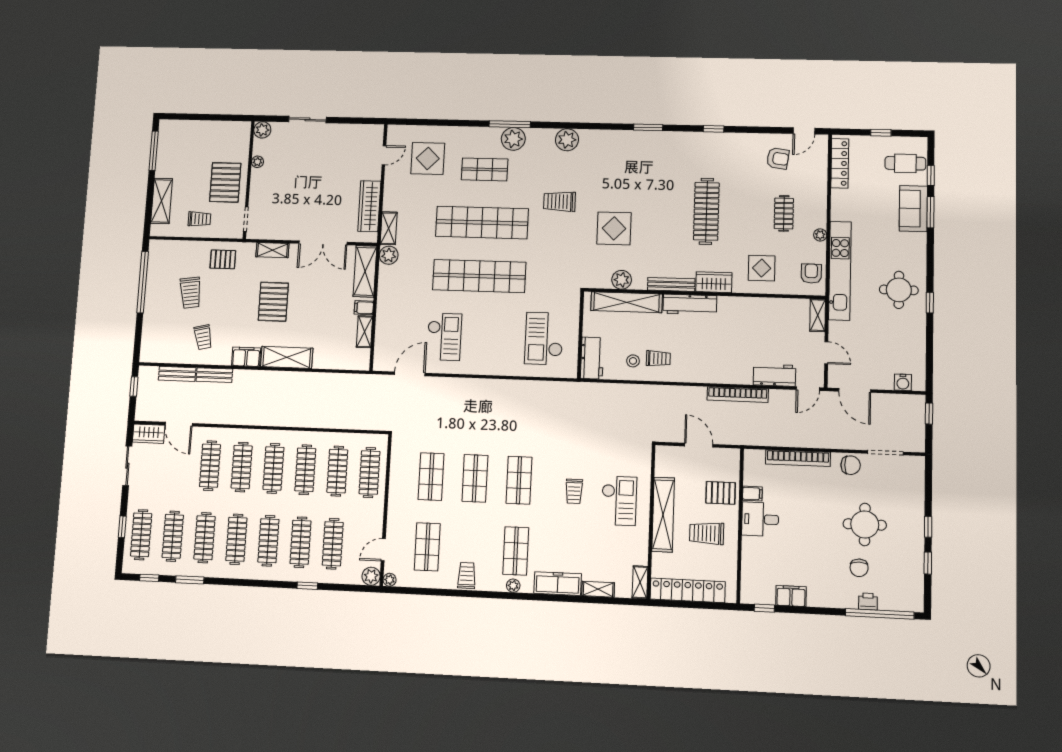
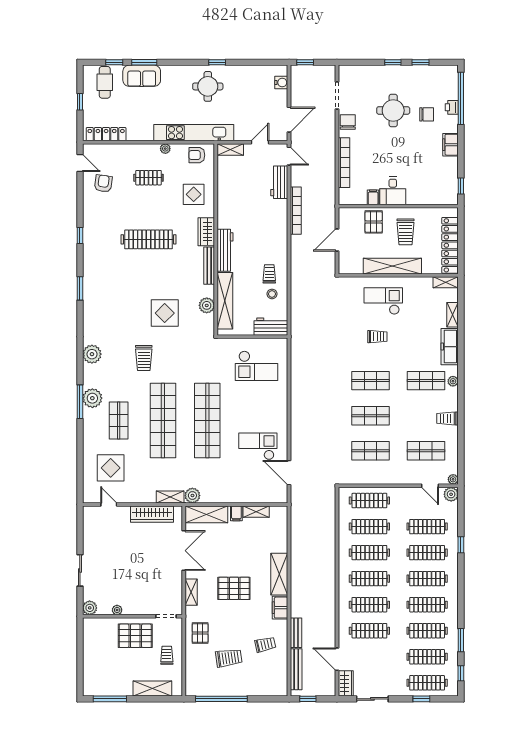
bench: (177, 374) -> (296, 669), width x1.36
door: (179, 424) -> (337, 659), swing flipped
filing cabinet: (791, 596) -> (451, 145), moved

